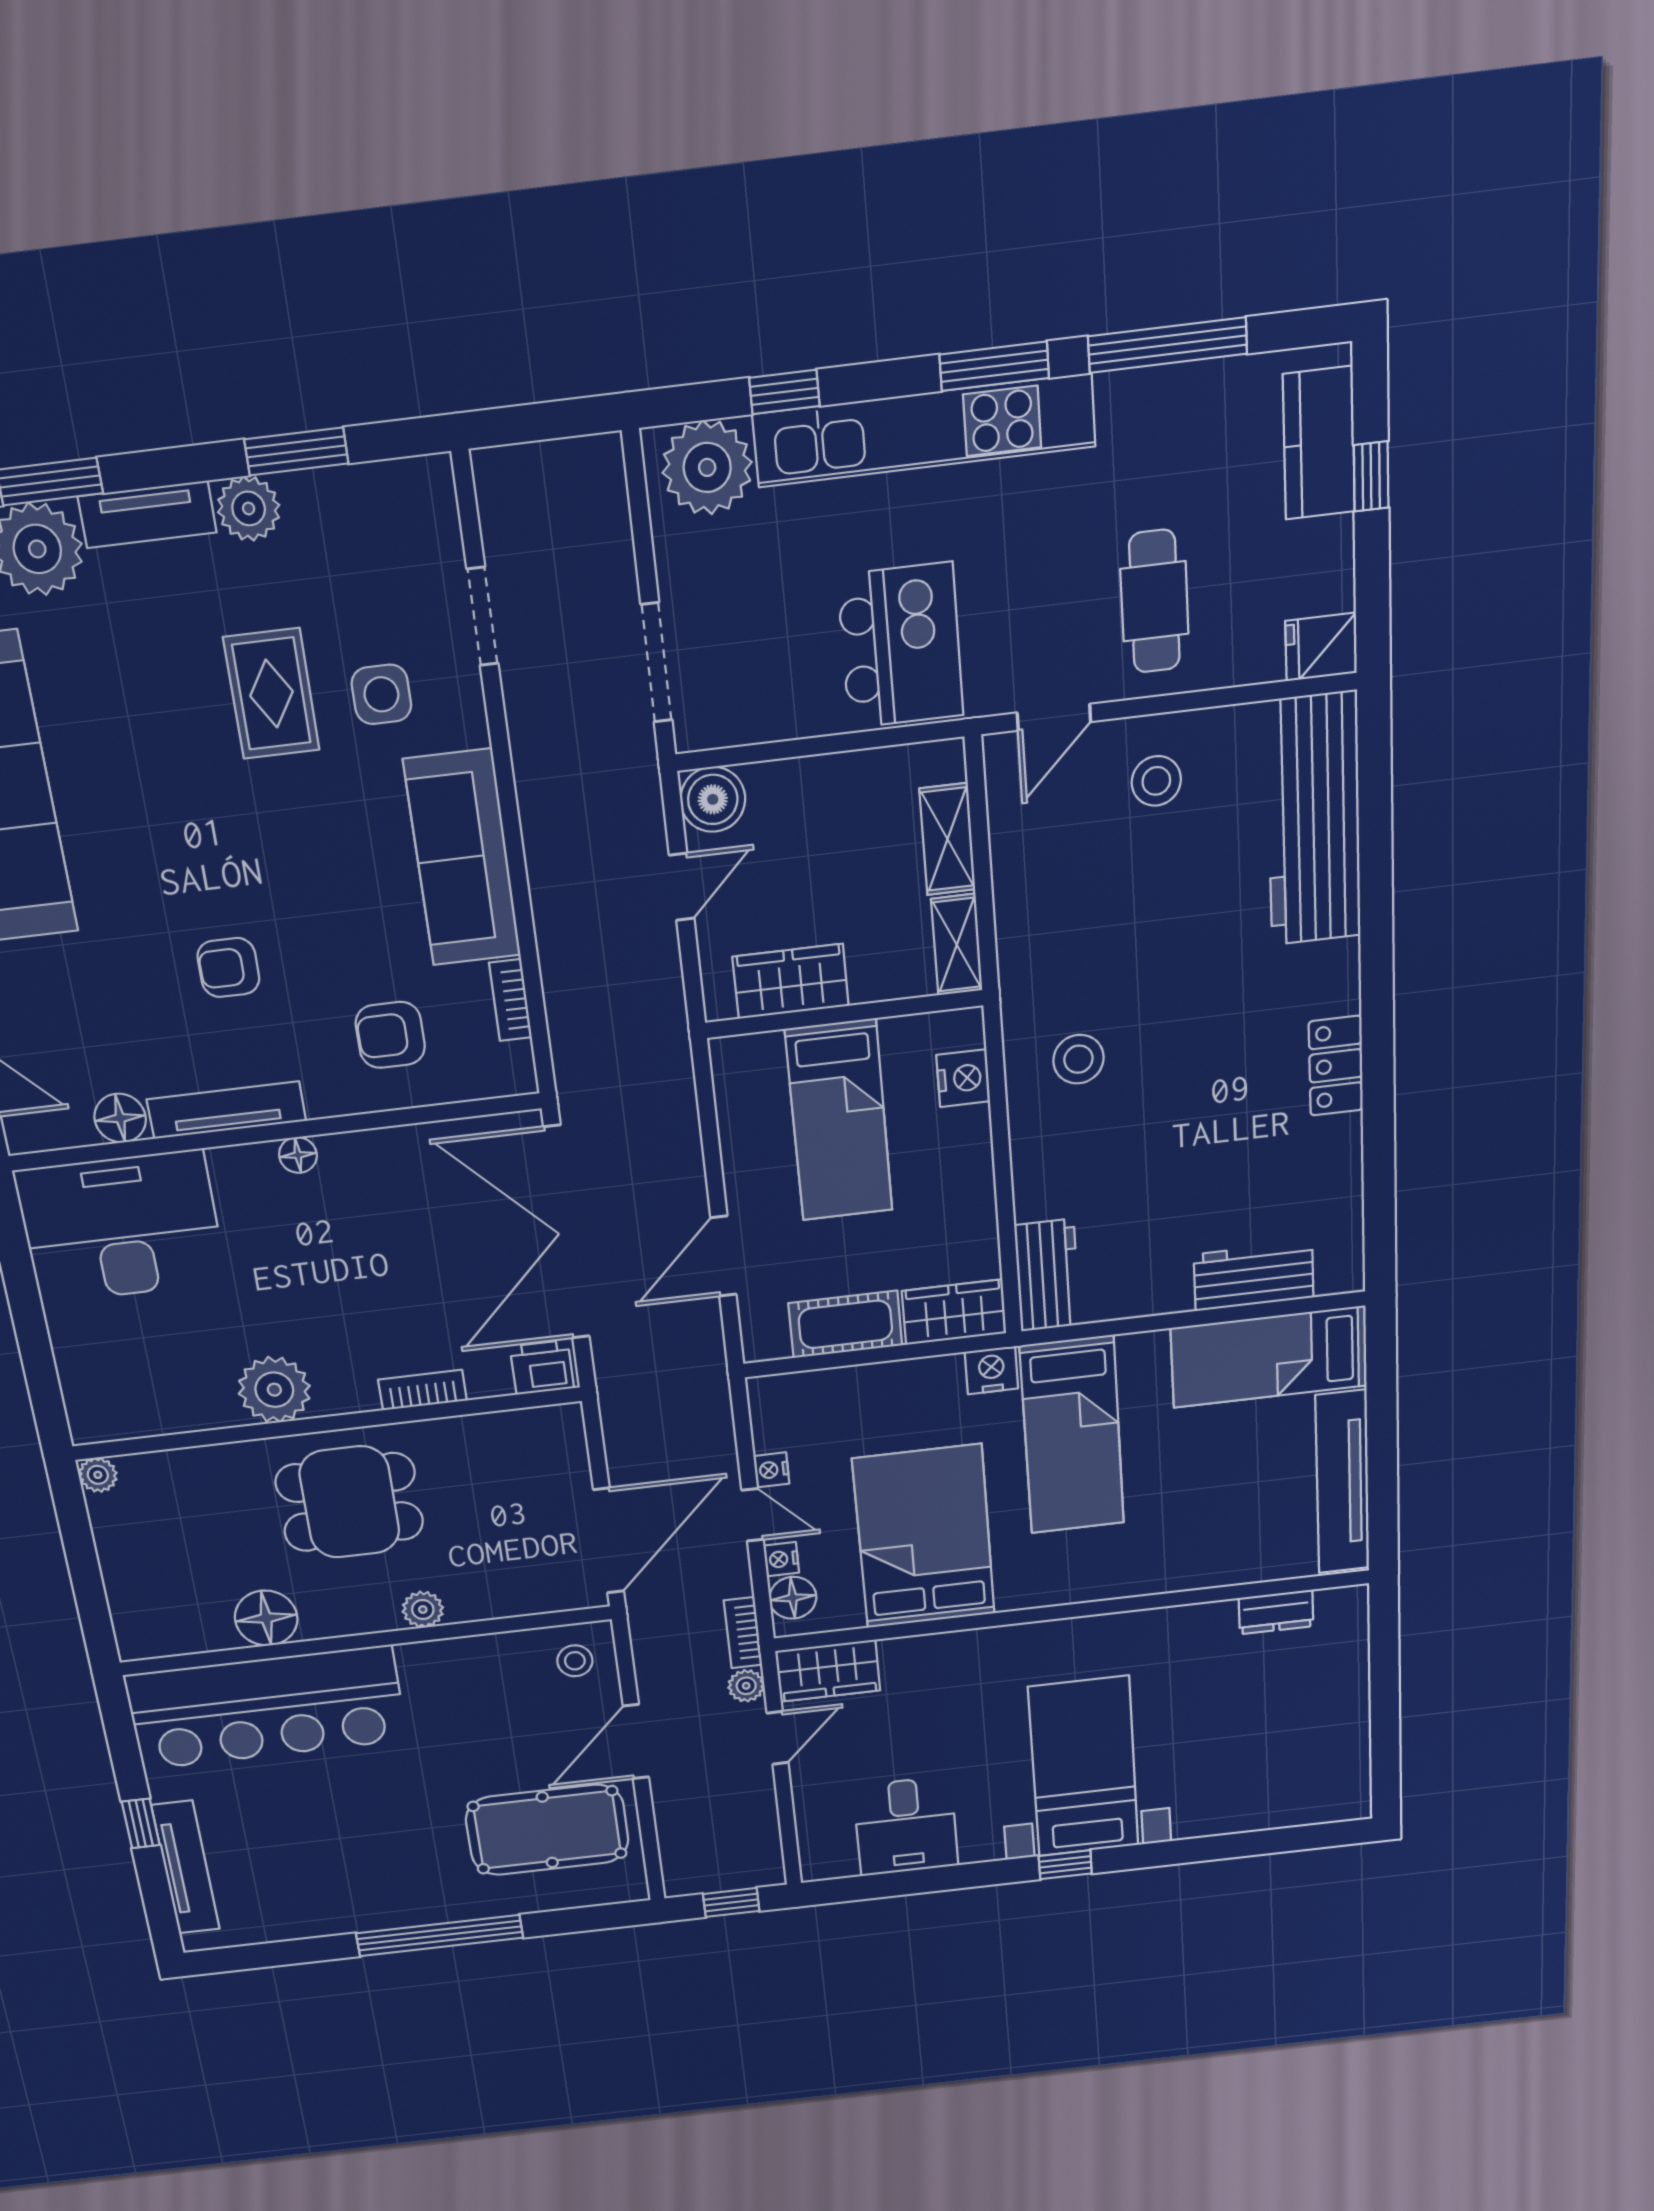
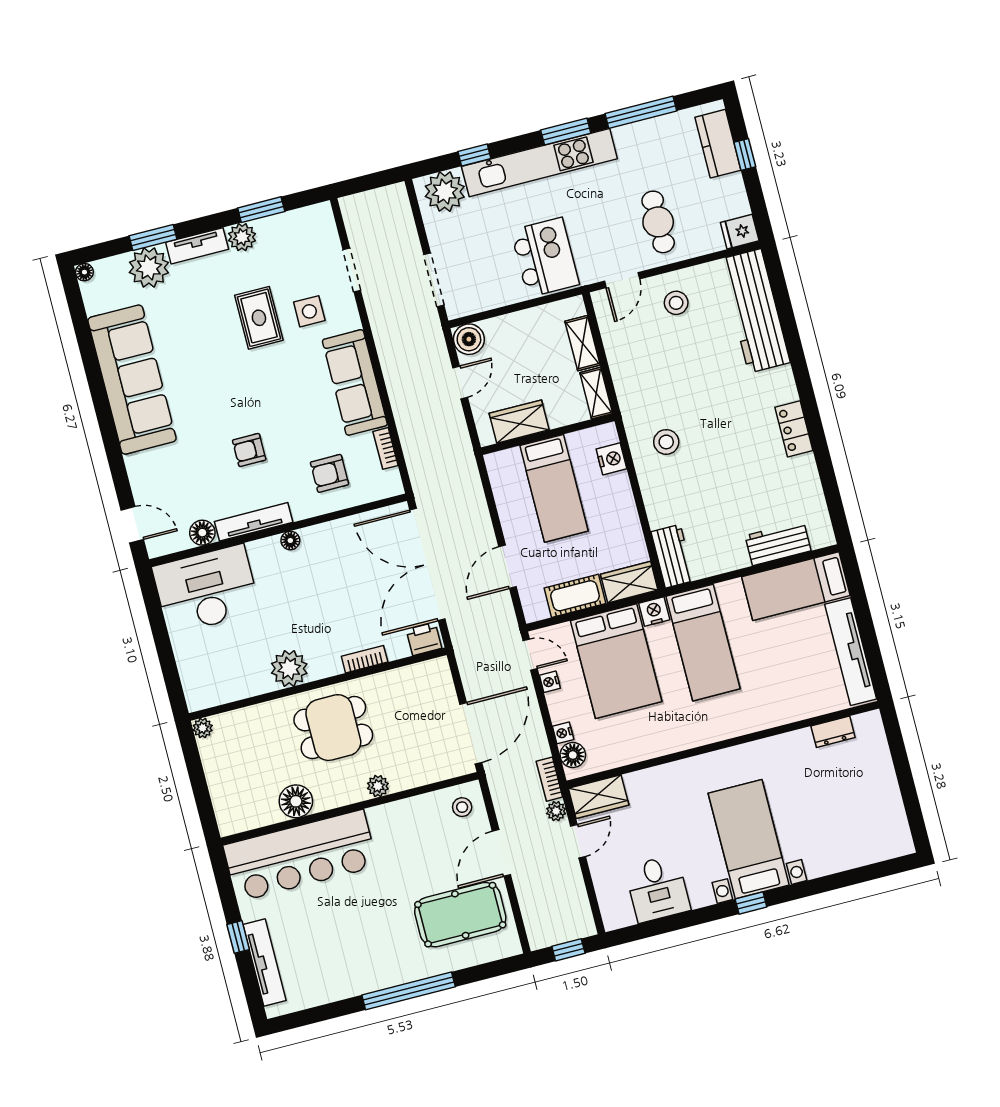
door: (752, 1515) -> (530, 655), moved
bed: (924, 1537) -> (616, 661), moved, turned 180

